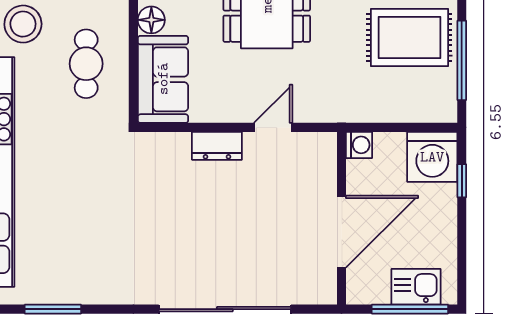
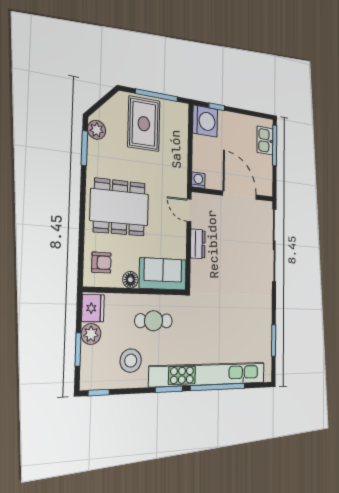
washing machine: (359, 145) -> (198, 180), moved
wall: (342, 218) -> (233, 194), moved
door: (342, 232) -> (240, 195), moved

